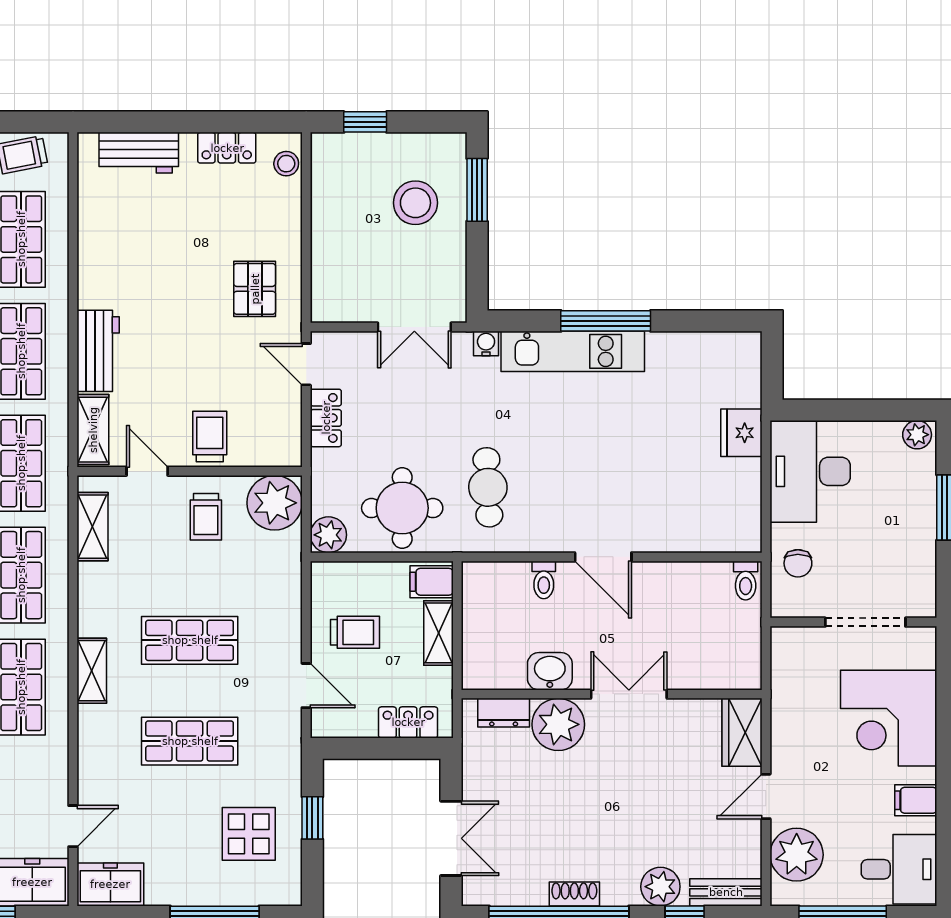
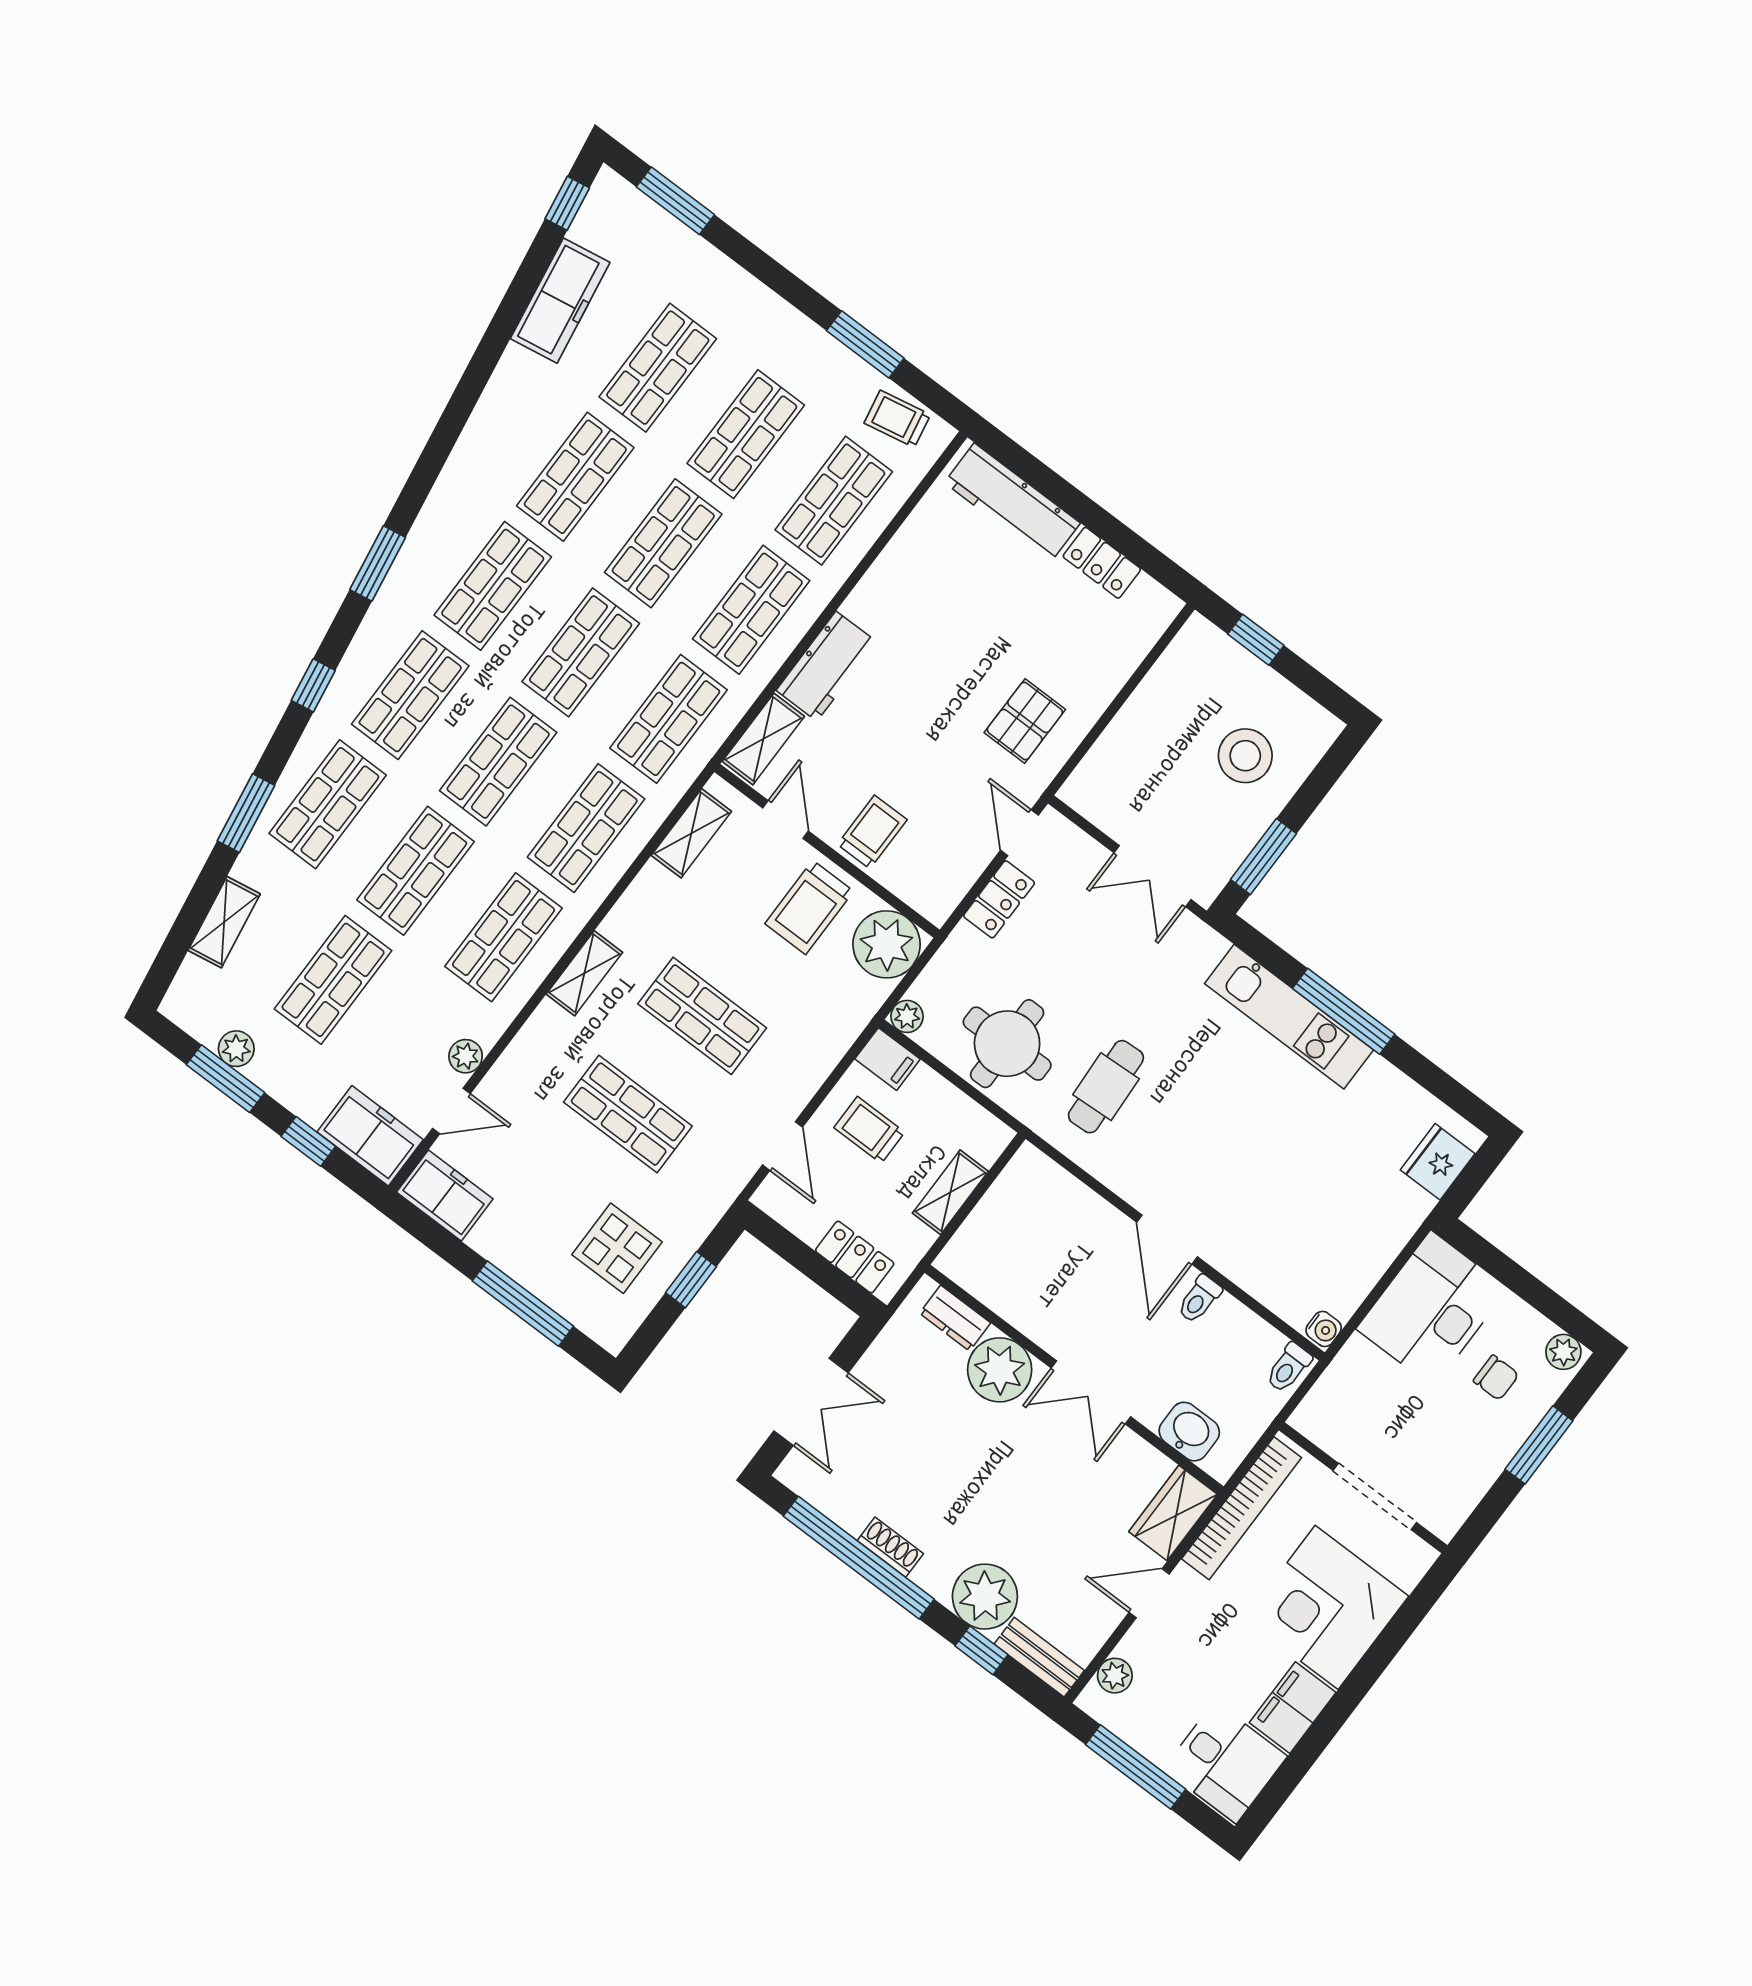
workbench: (139, 153) -> (1012, 503), width x1.38
stool: (286, 164) -> (1148, 622), removed
window: (477, 190) -> (1263, 857), moved
water cooler: (486, 344) -> (1324, 1329), moved, turned 90
fridge: (741, 433) -> (1438, 1162), moved
trolley: (206, 517) -> (809, 907), width x1.36, depth x1.39
plant: (328, 535) -> (907, 1016), width x0.73, depth x0.73
chair: (798, 563) -> (1496, 1378), moved, turned -90
toilet: (544, 580) -> (1199, 1299), moved
filing cabinet: (432, 582) -> (887, 1059), moved, turned 180
trolley: (355, 632) -> (869, 1130), turned 180
washbasin: (550, 671) -> (1189, 1432), moved
double door: (629, 694) -> (1091, 1392), swing flipped
bookcase: (784, 695) -> (1242, 1508), added
plant: (55, 783) -> (466, 1056), added
filing cabinet: (916, 800) -> (1293, 1708), width x2.00
plant: (797, 855) -> (1115, 1676), width x0.53, depth x0.53
plant: (660, 887) -> (985, 1597), width x1.36, depth x1.36

